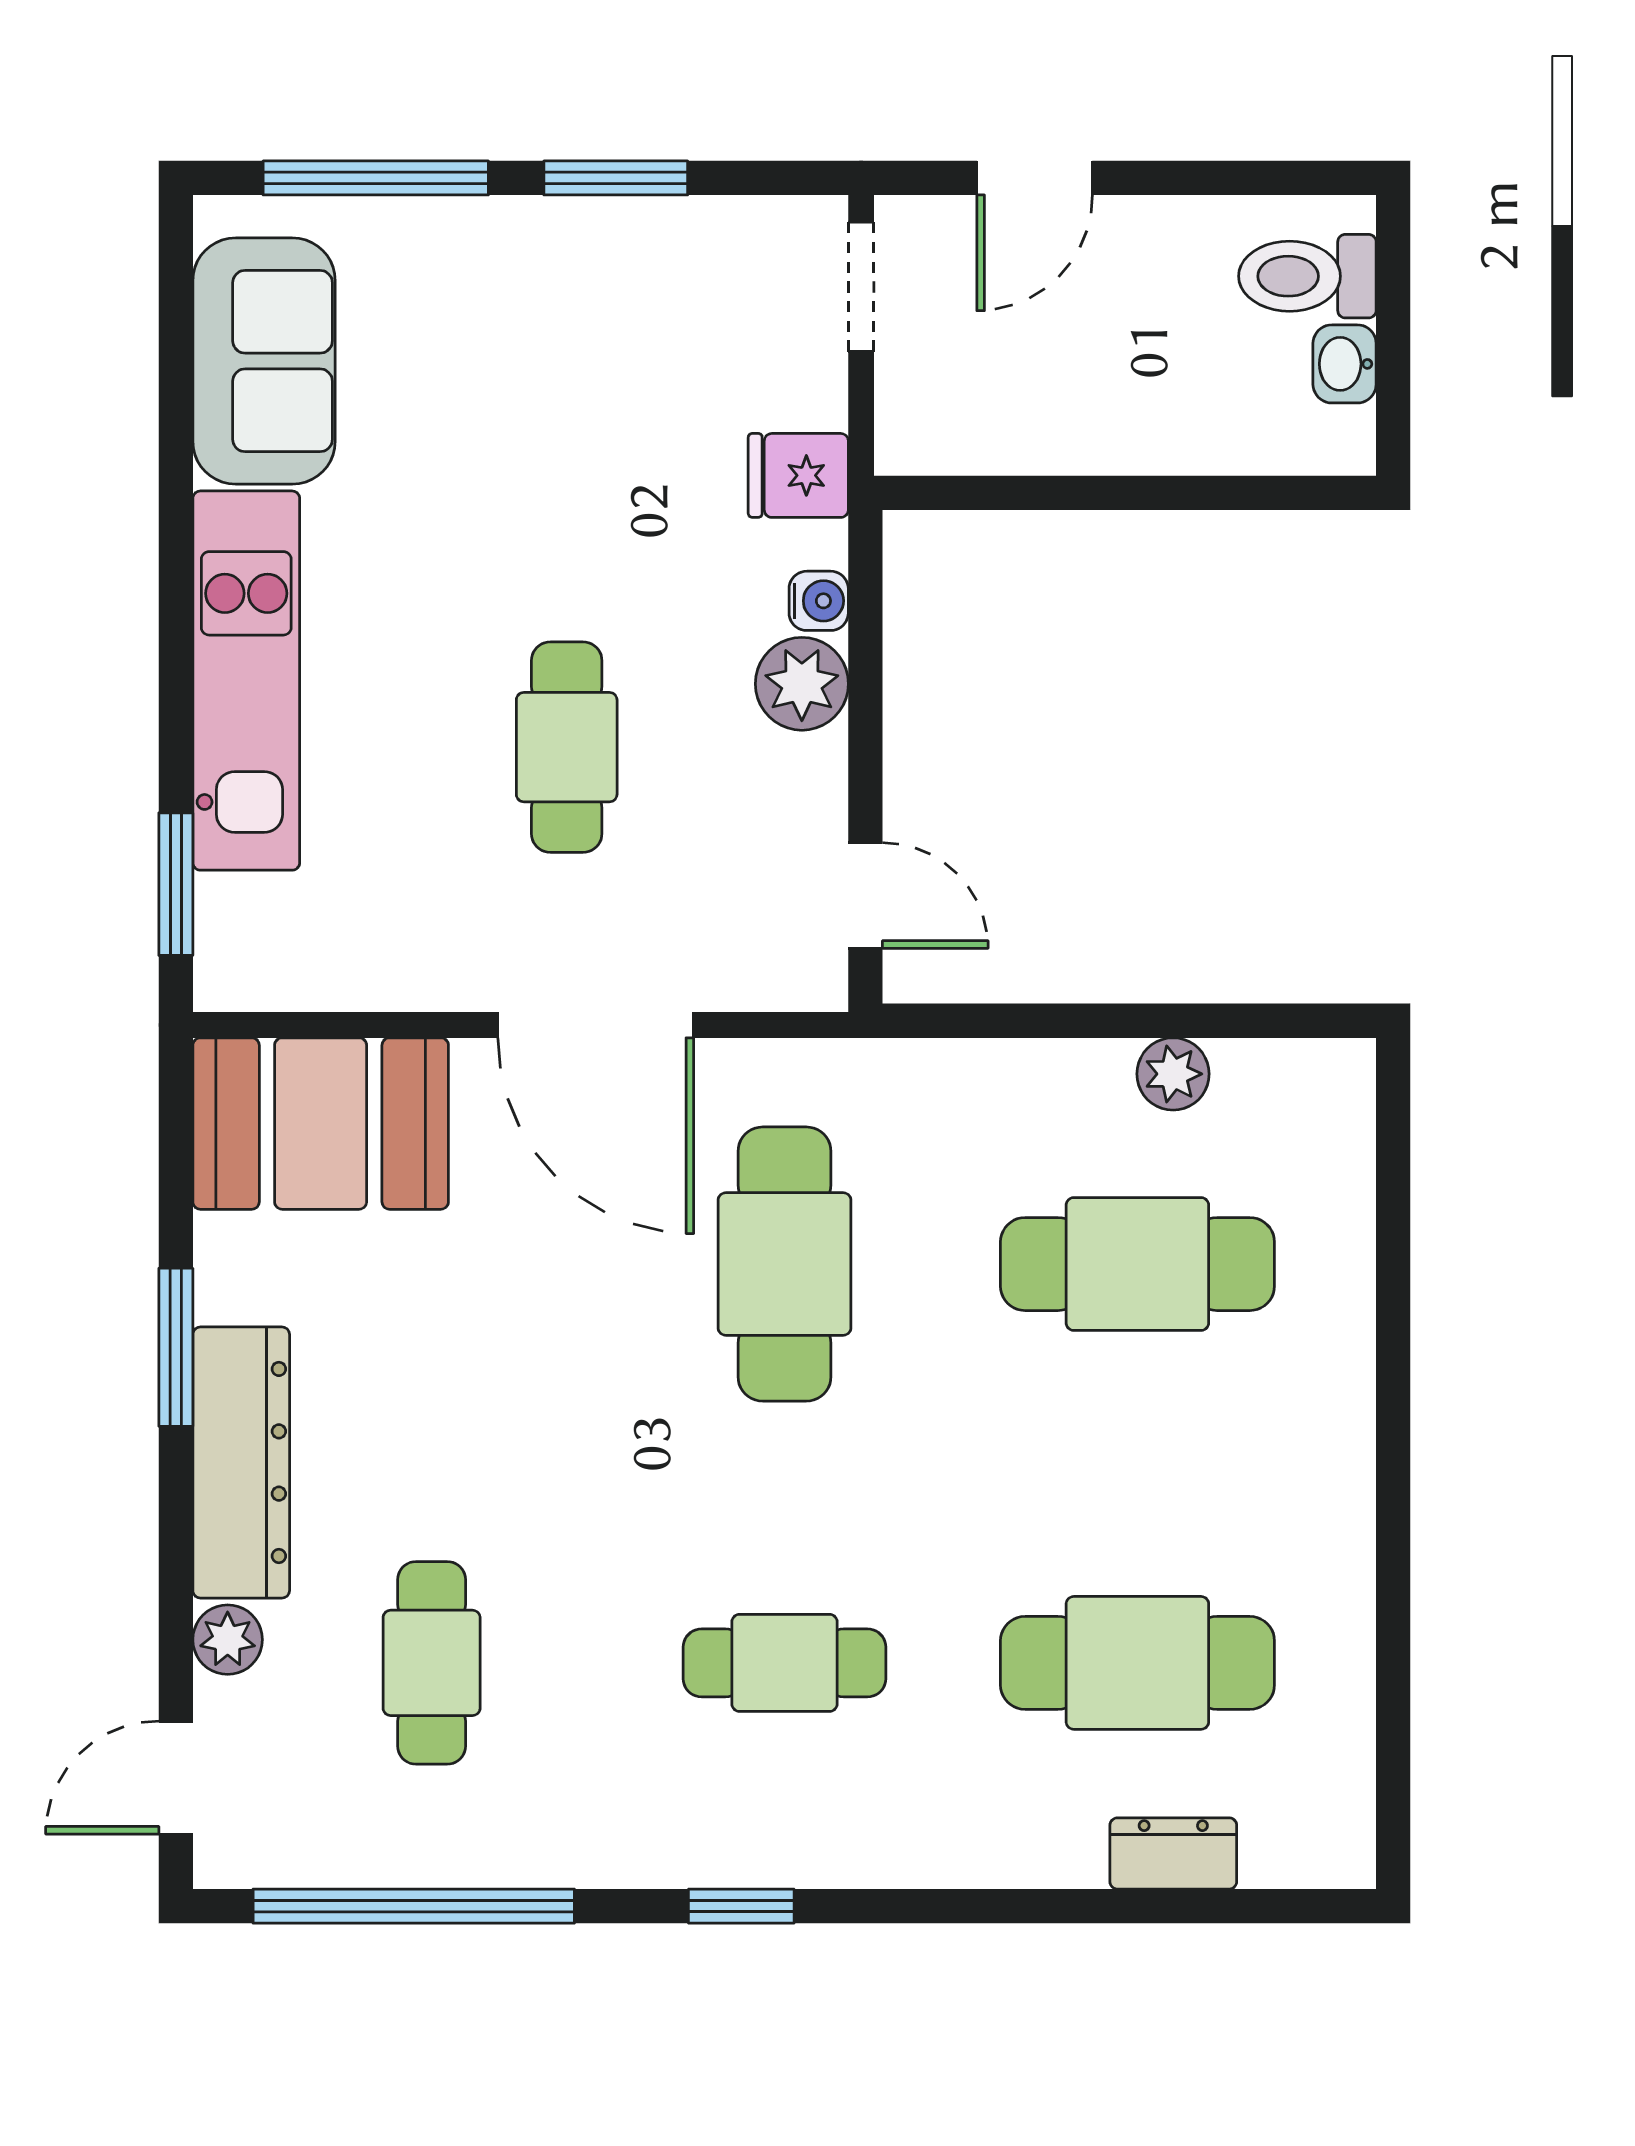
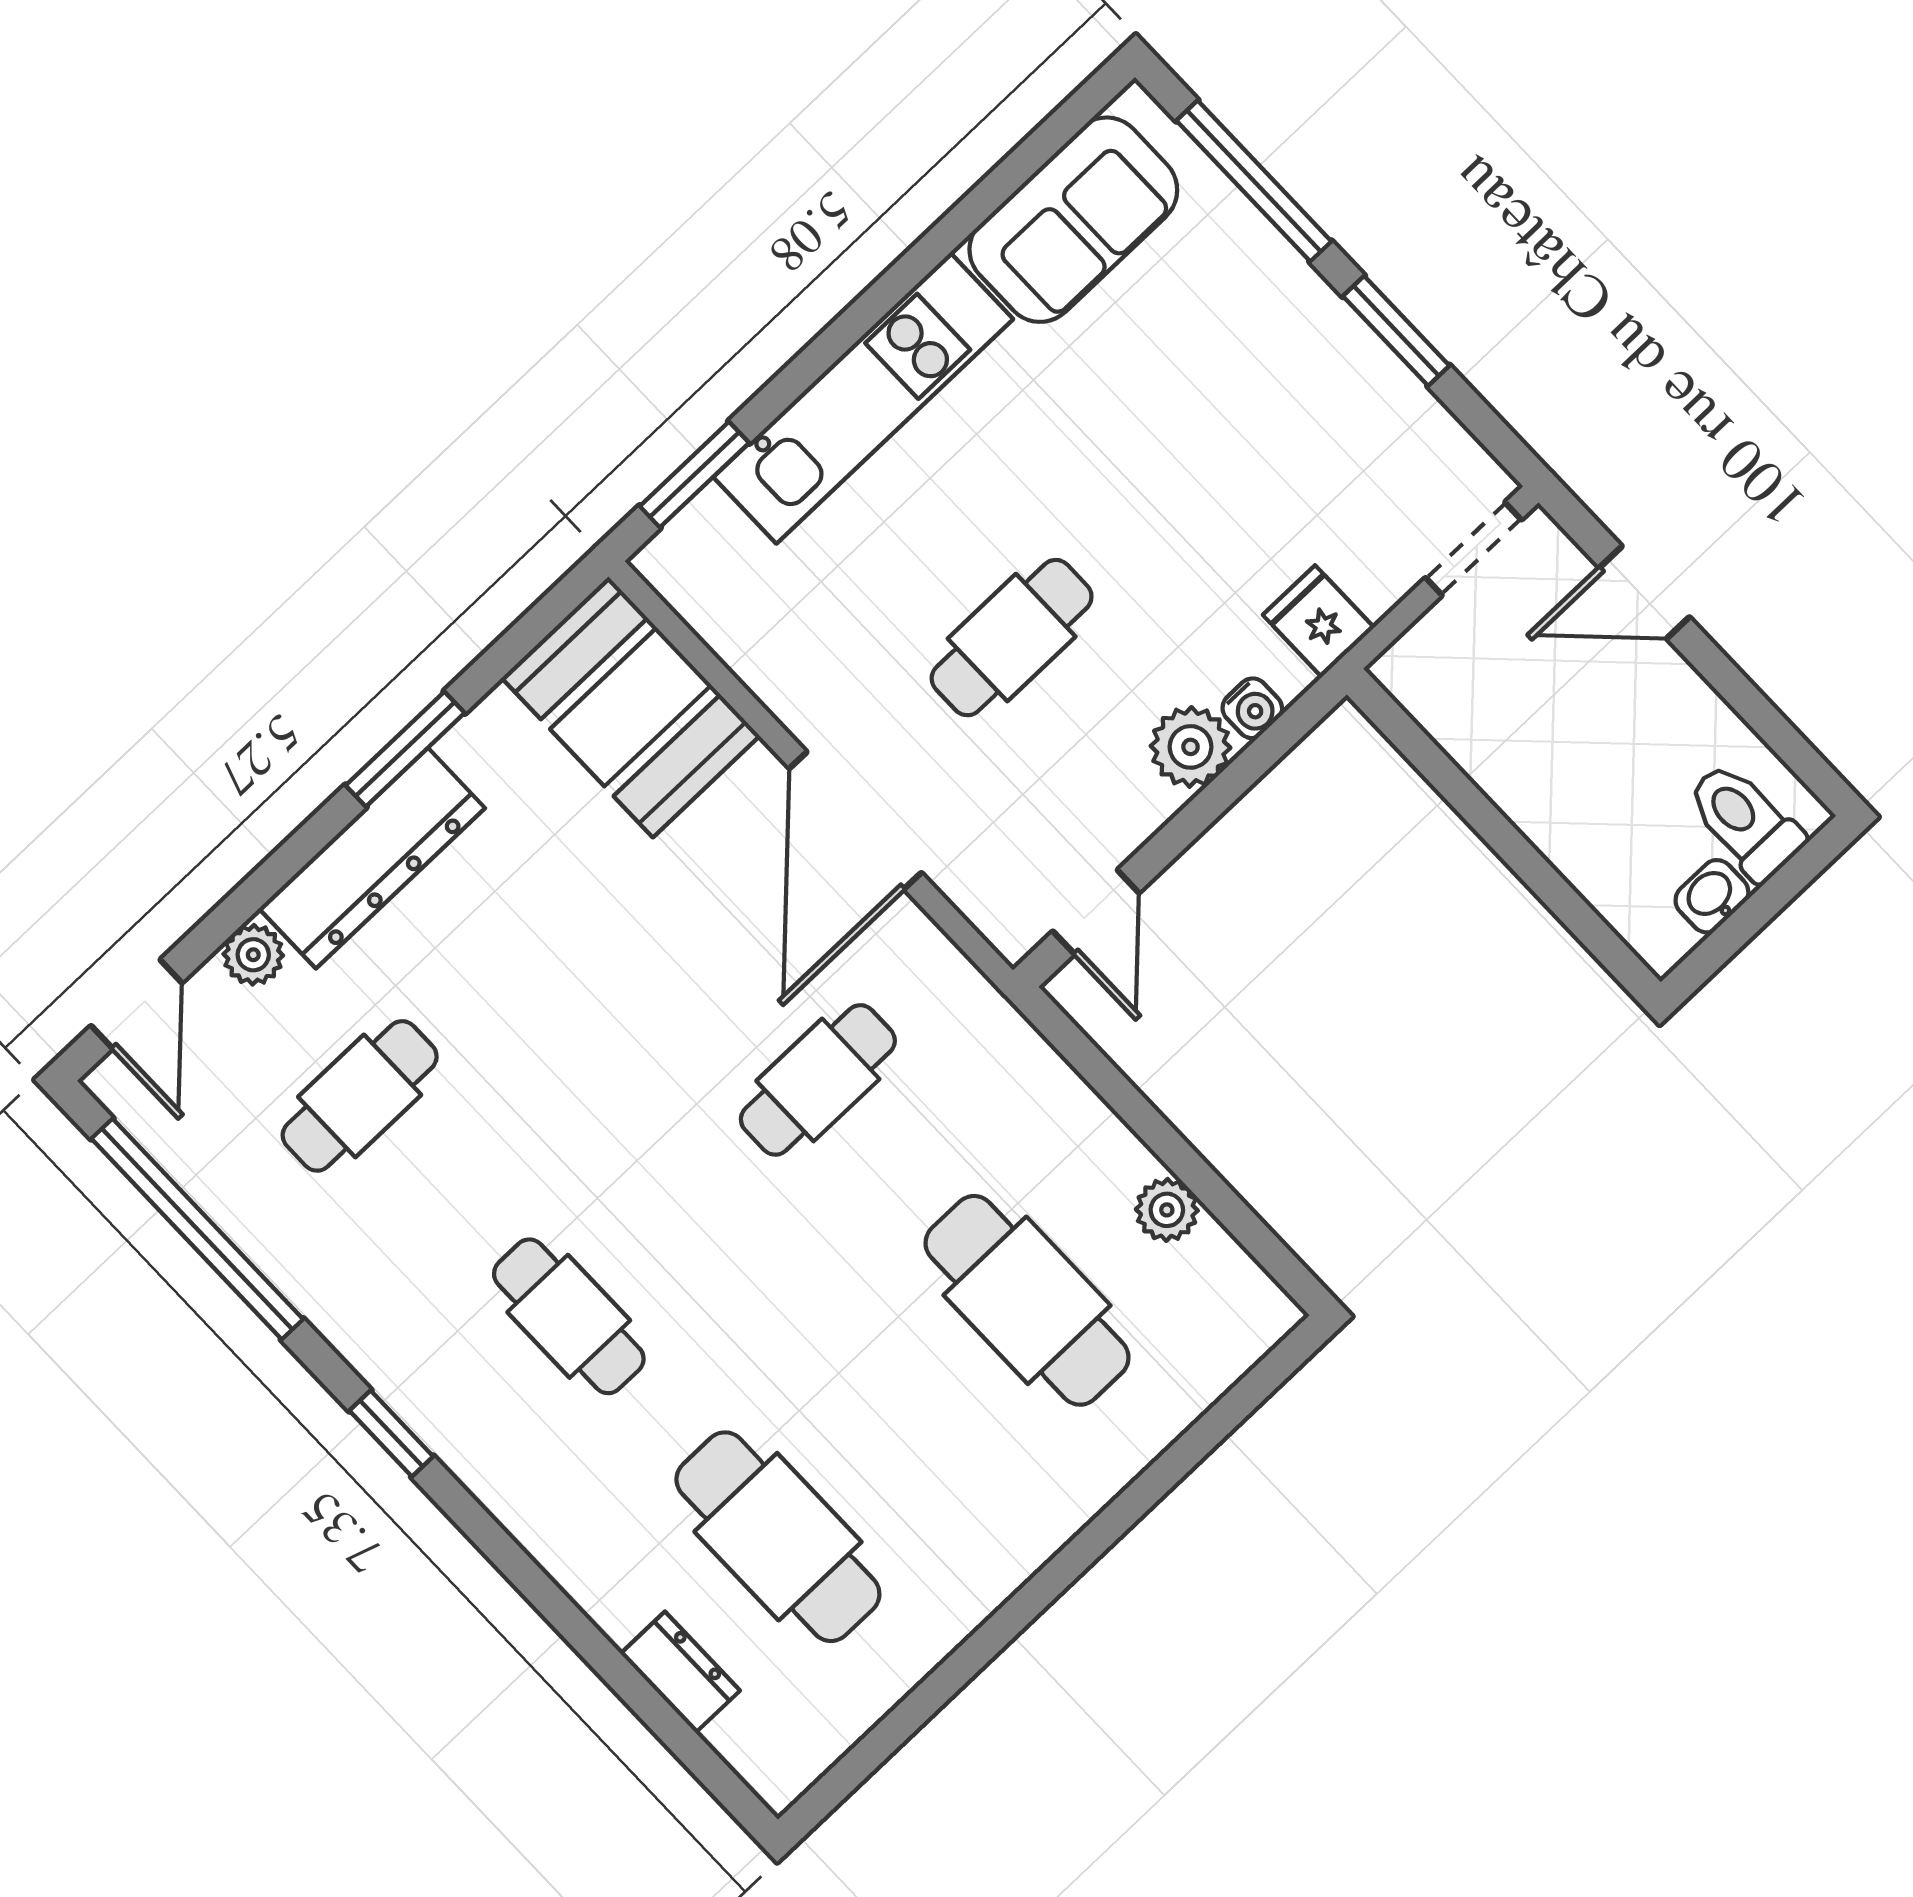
cafe table: (784, 1264) -> (818, 1080), width x0.73, depth x0.74
door: (176, 1778) -> (136, 1004), swing flipped

